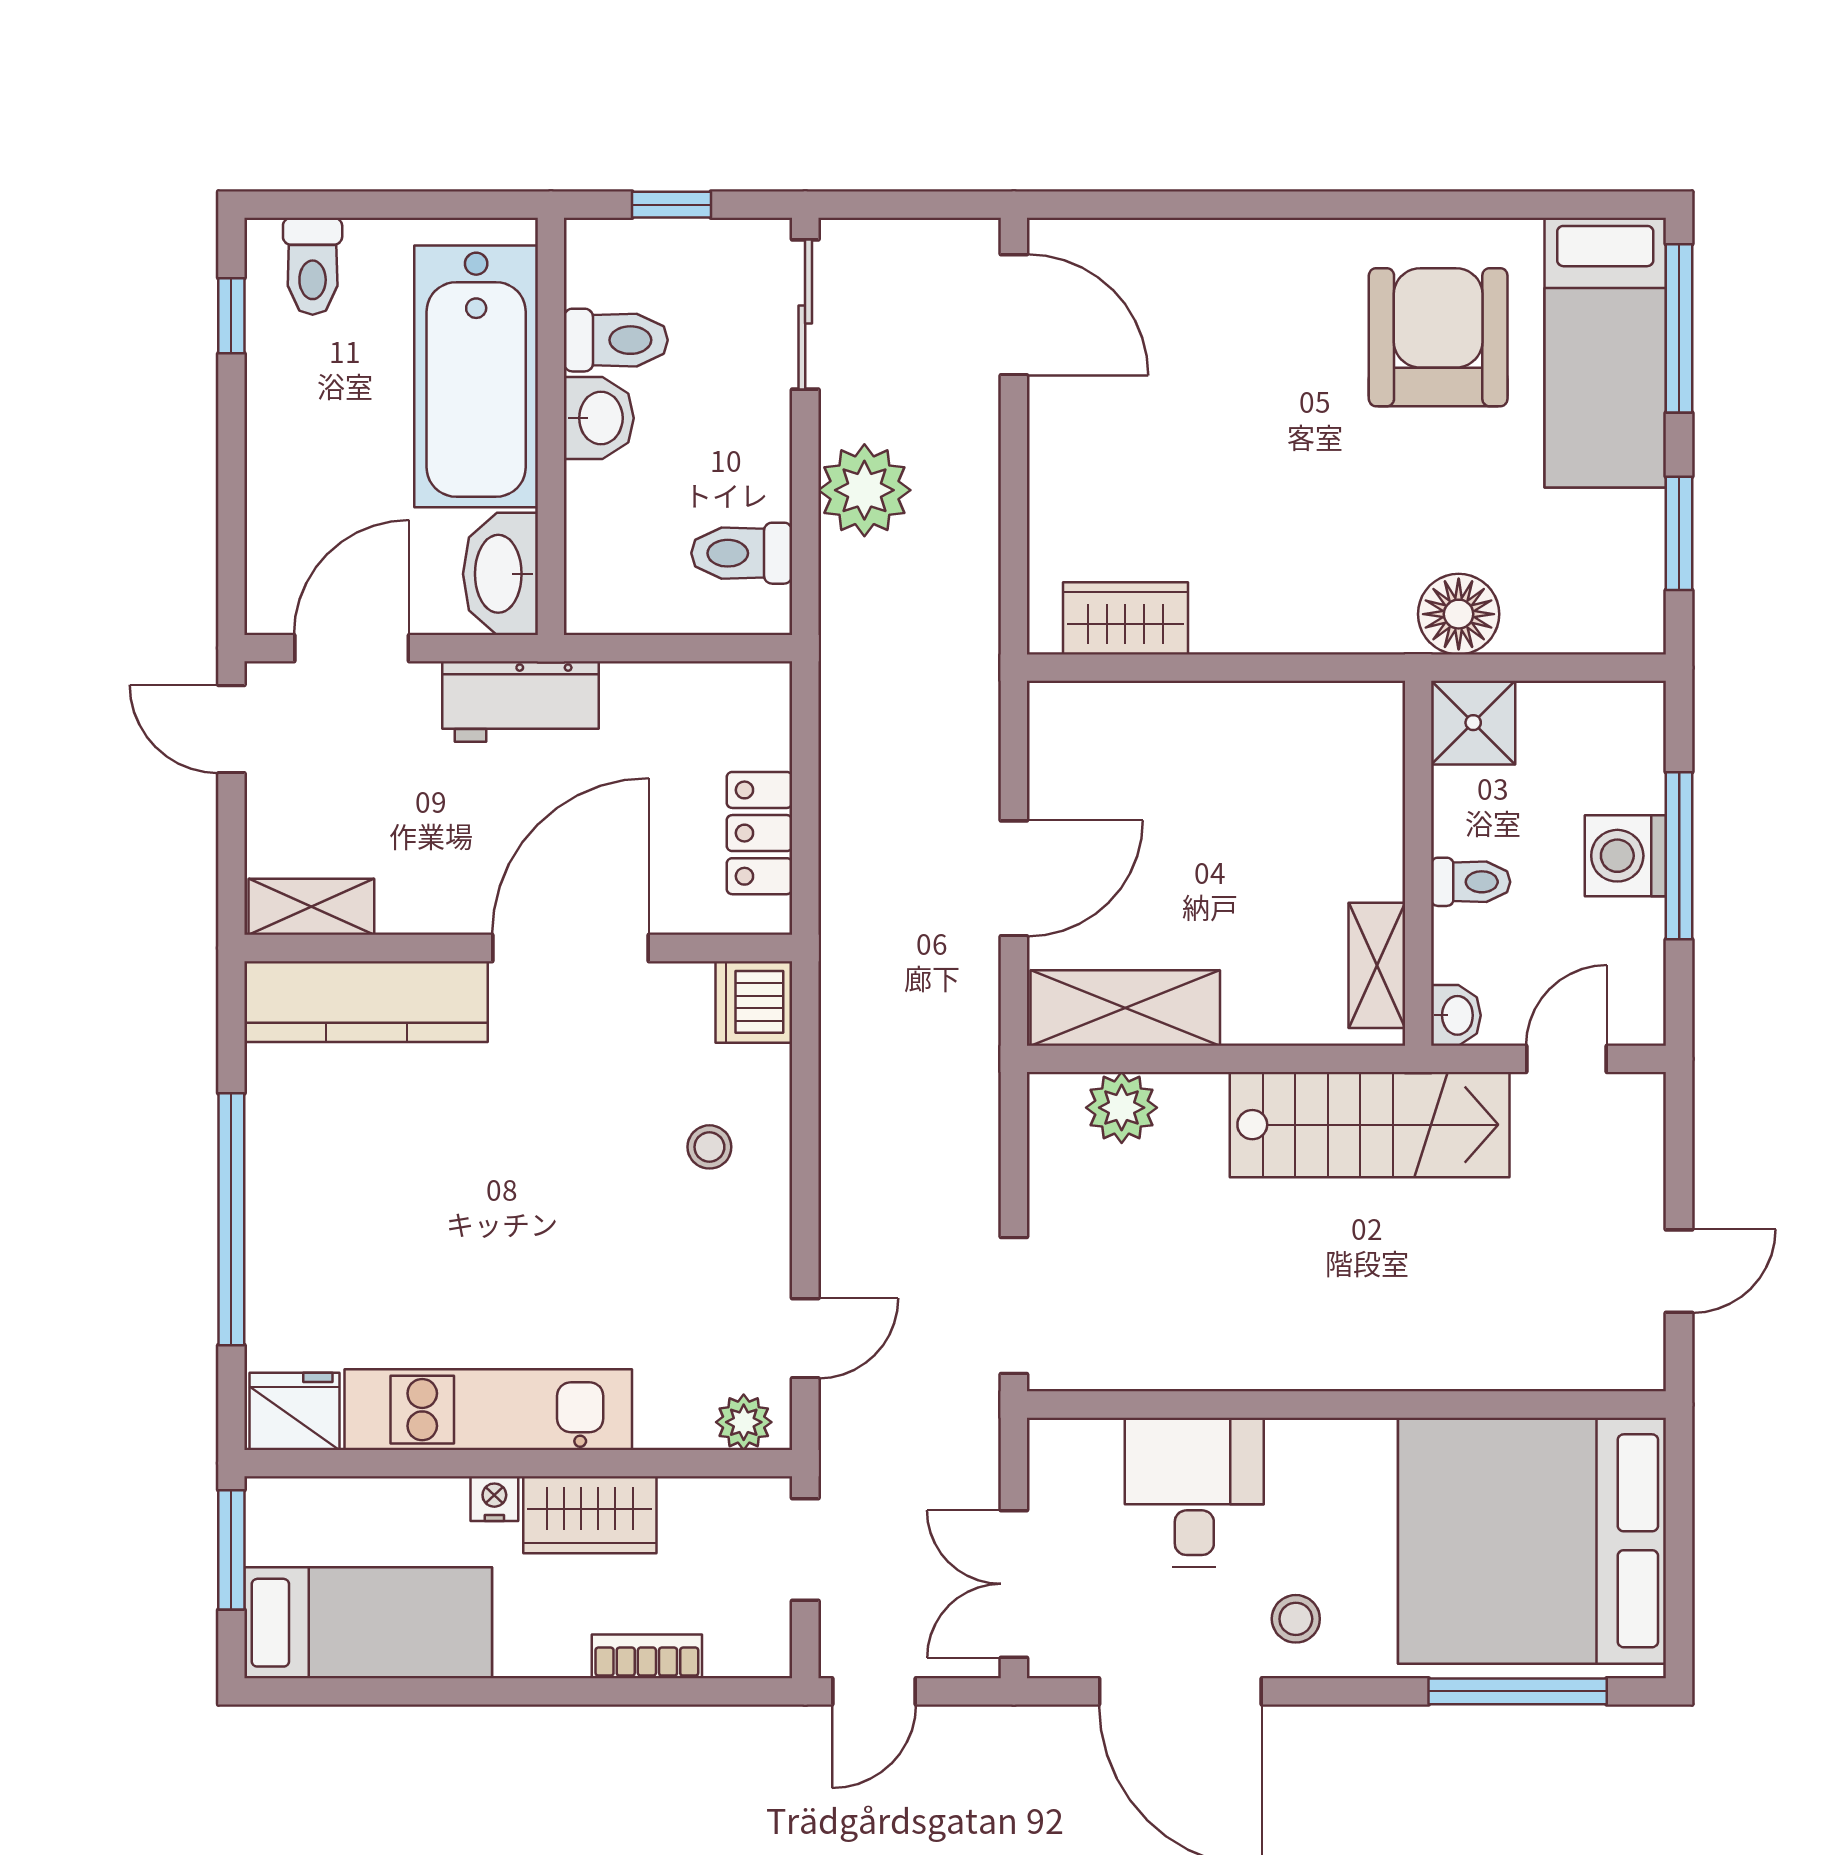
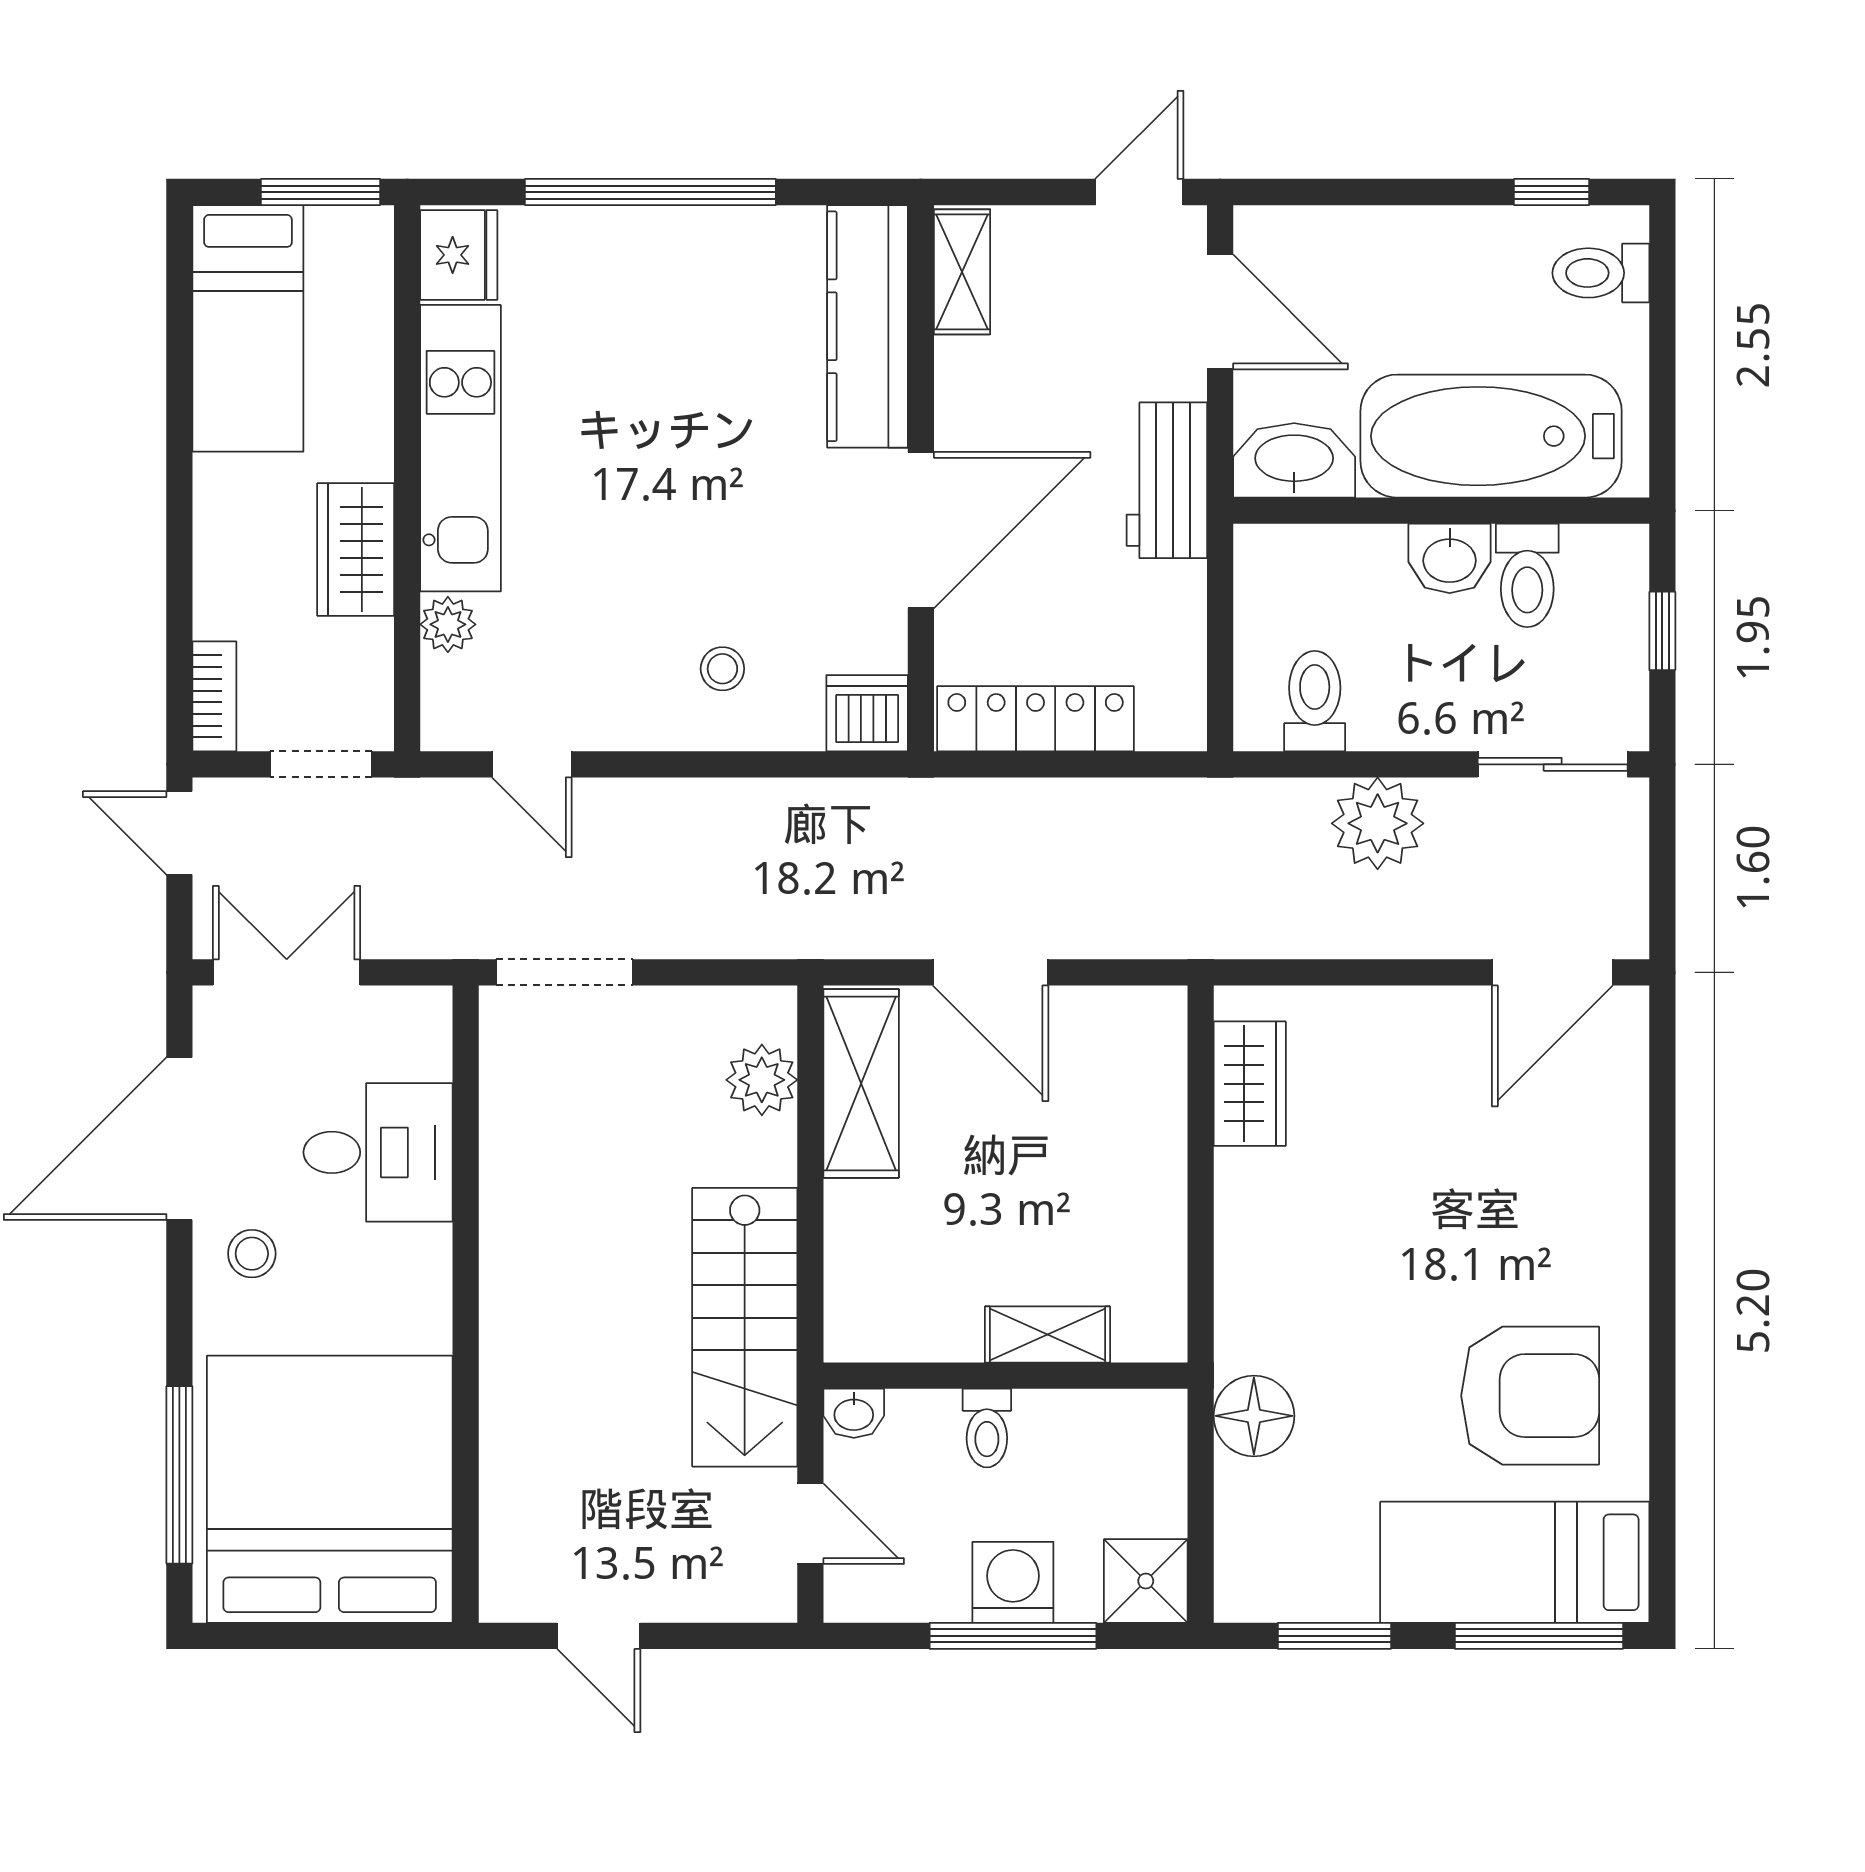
shower: (1473, 723) -> (1146, 1581), moved
locker: (760, 833) -> (1036, 719), width x1.53
door: (571, 948) -> (921, 530), hinge flipped
shelving: (1377, 965) -> (1048, 1335), moved
plant: (744, 1422) -> (448, 624), moved
nightstand: (494, 1499) -> (372, 454), removed
bookcase: (647, 1656) -> (214, 696), moved

